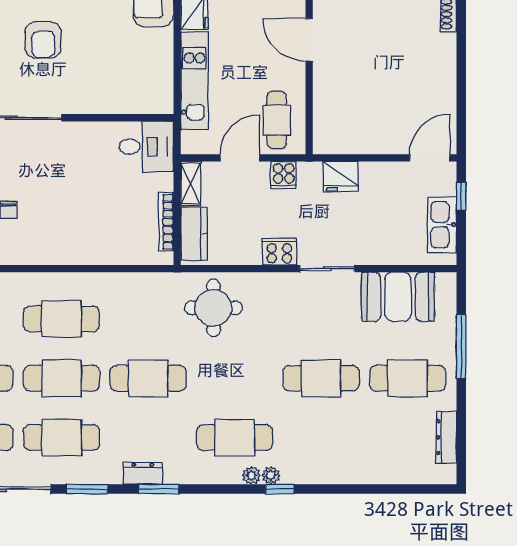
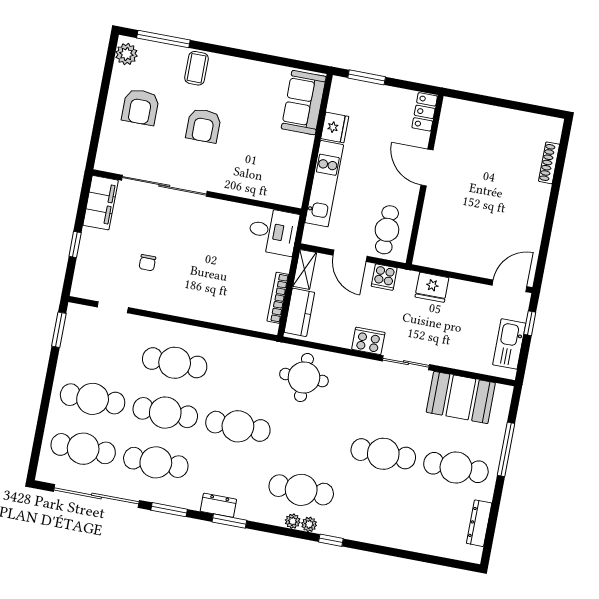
door: (240, 158) -> (350, 256), swing flipped
plant: (271, 475) -> (293, 521), moved

